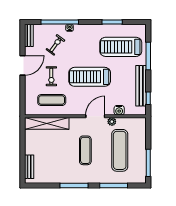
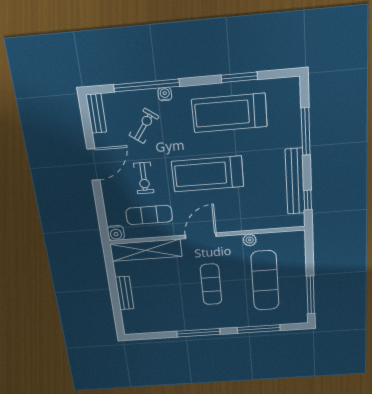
treadmill: (121, 47) -> (229, 113), moved
water cooler: (119, 110) -> (116, 233), moved
door: (95, 116) -> (201, 236), moved
bench: (29, 167) -> (124, 293), moved

